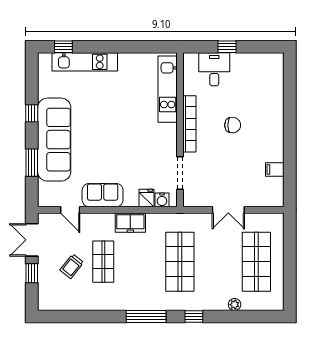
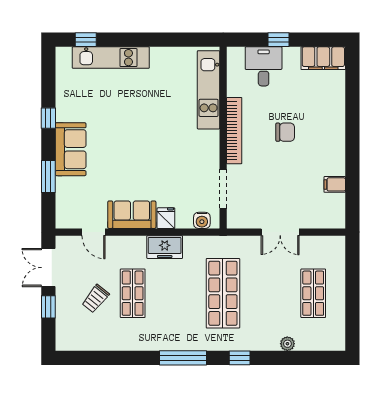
filing cabinet: (265, 62) -> (323, 58), added
sofa: (54, 140) -> (71, 149), width x0.54, depth x0.79
fridge: (146, 198) -> (166, 218), moved
shop shelf: (256, 262) -> (313, 293), width x0.70, depth x0.74

